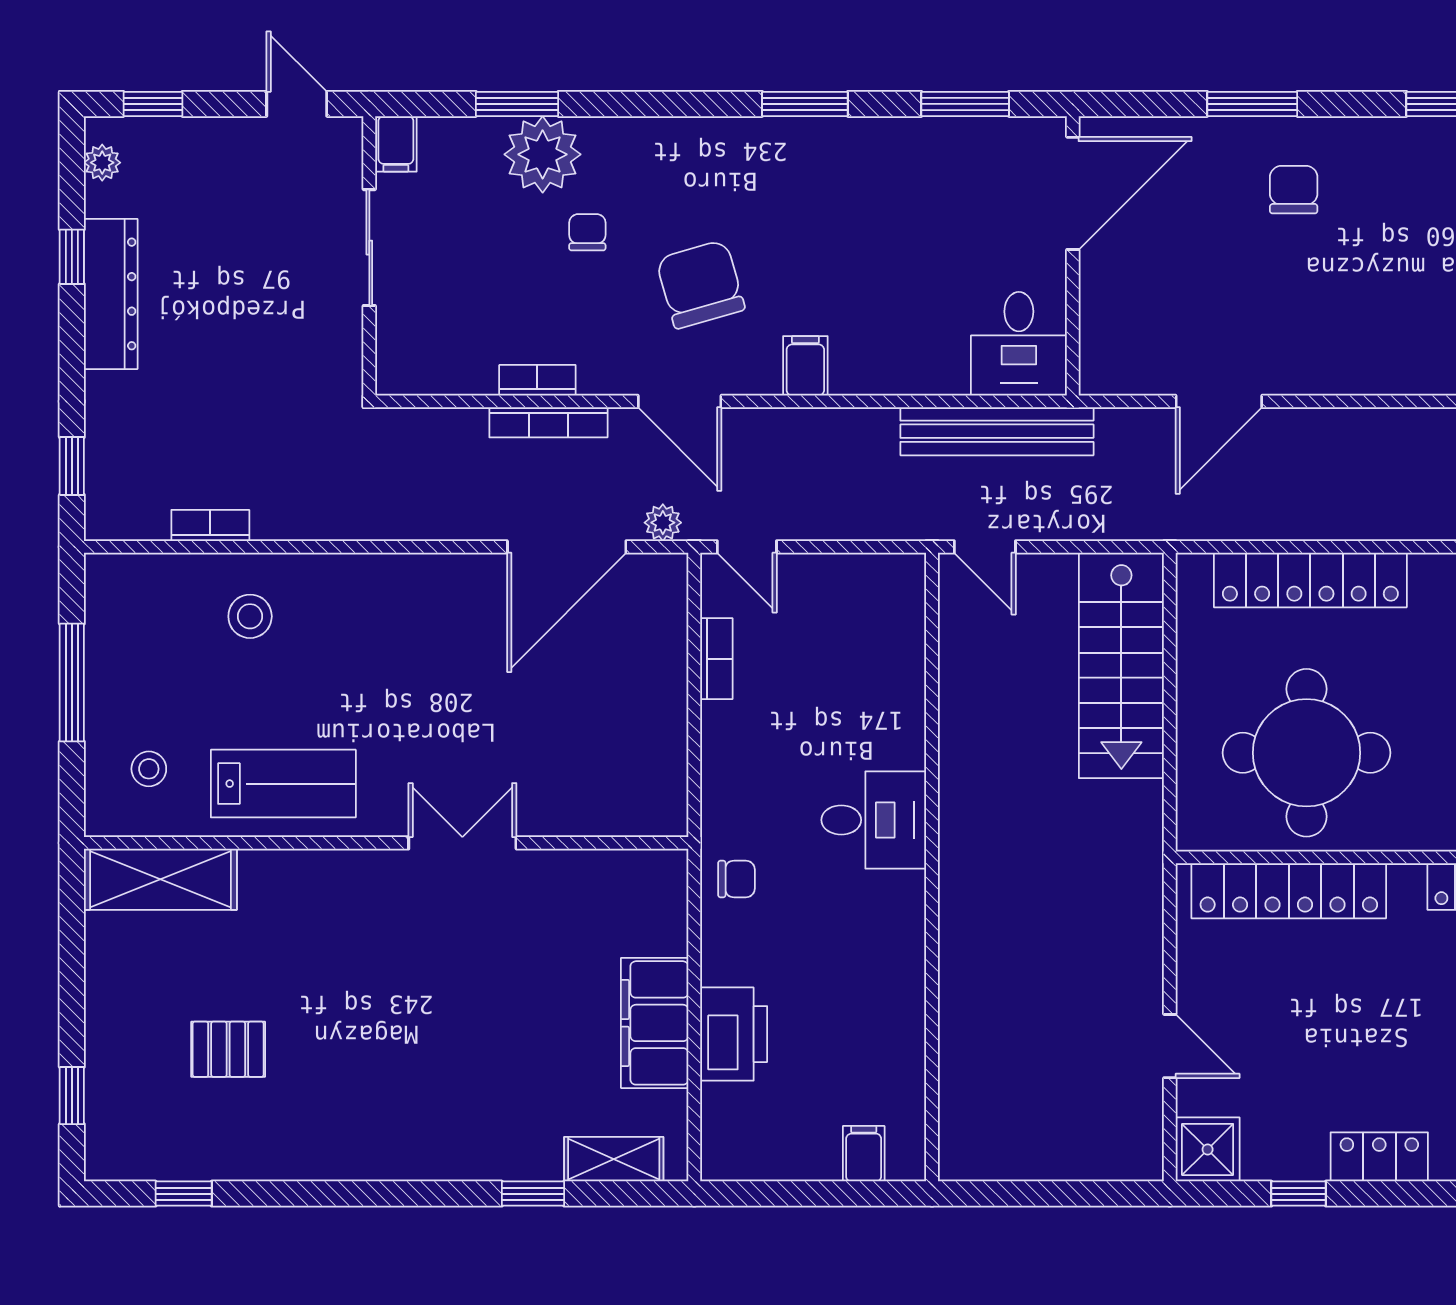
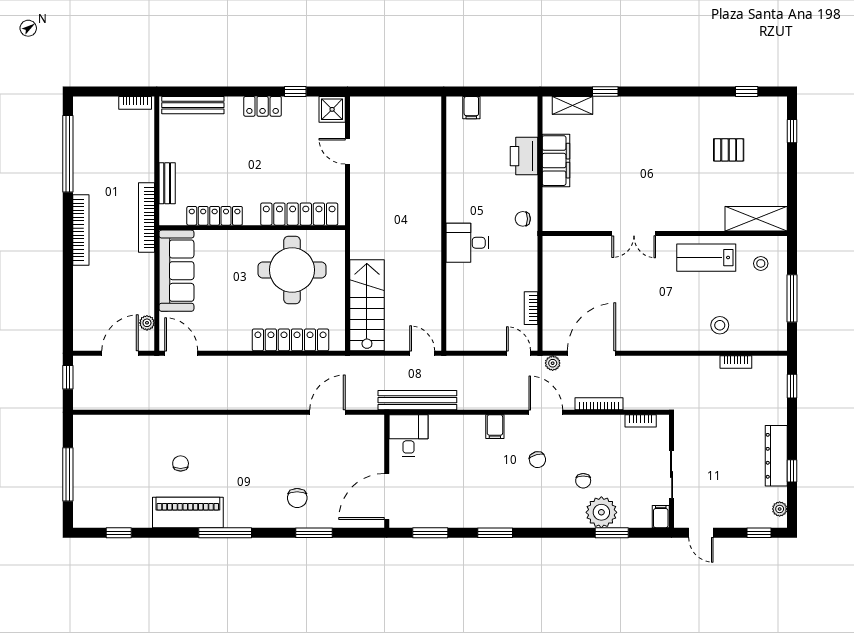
chair: (700, 284) -> (537, 460), width x0.54, depth x0.54
bookcase: (537, 380) -> (641, 421), moved

